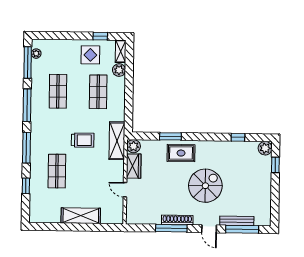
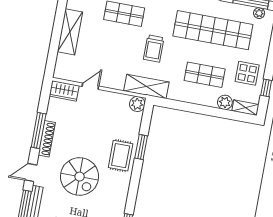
shop shelf: (58, 91) -> (213, 30), width x2.00, depth x1.36
wardrobe: (134, 166) -> (64, 91), moved

